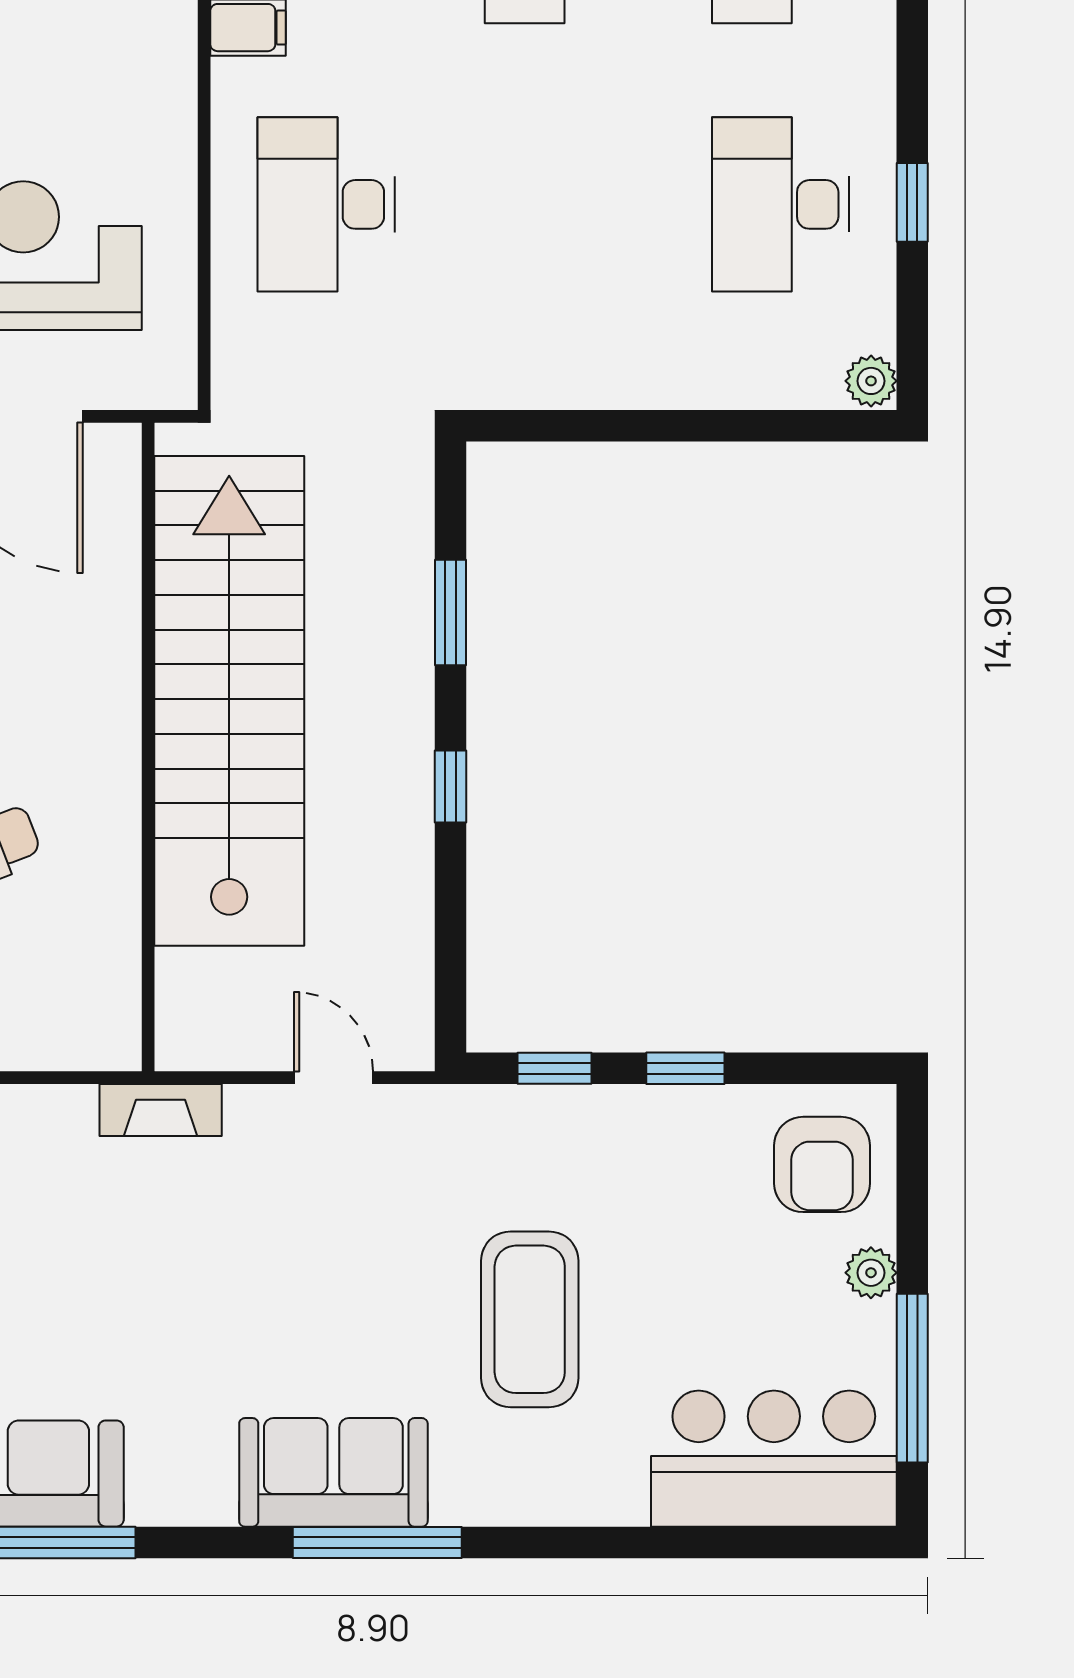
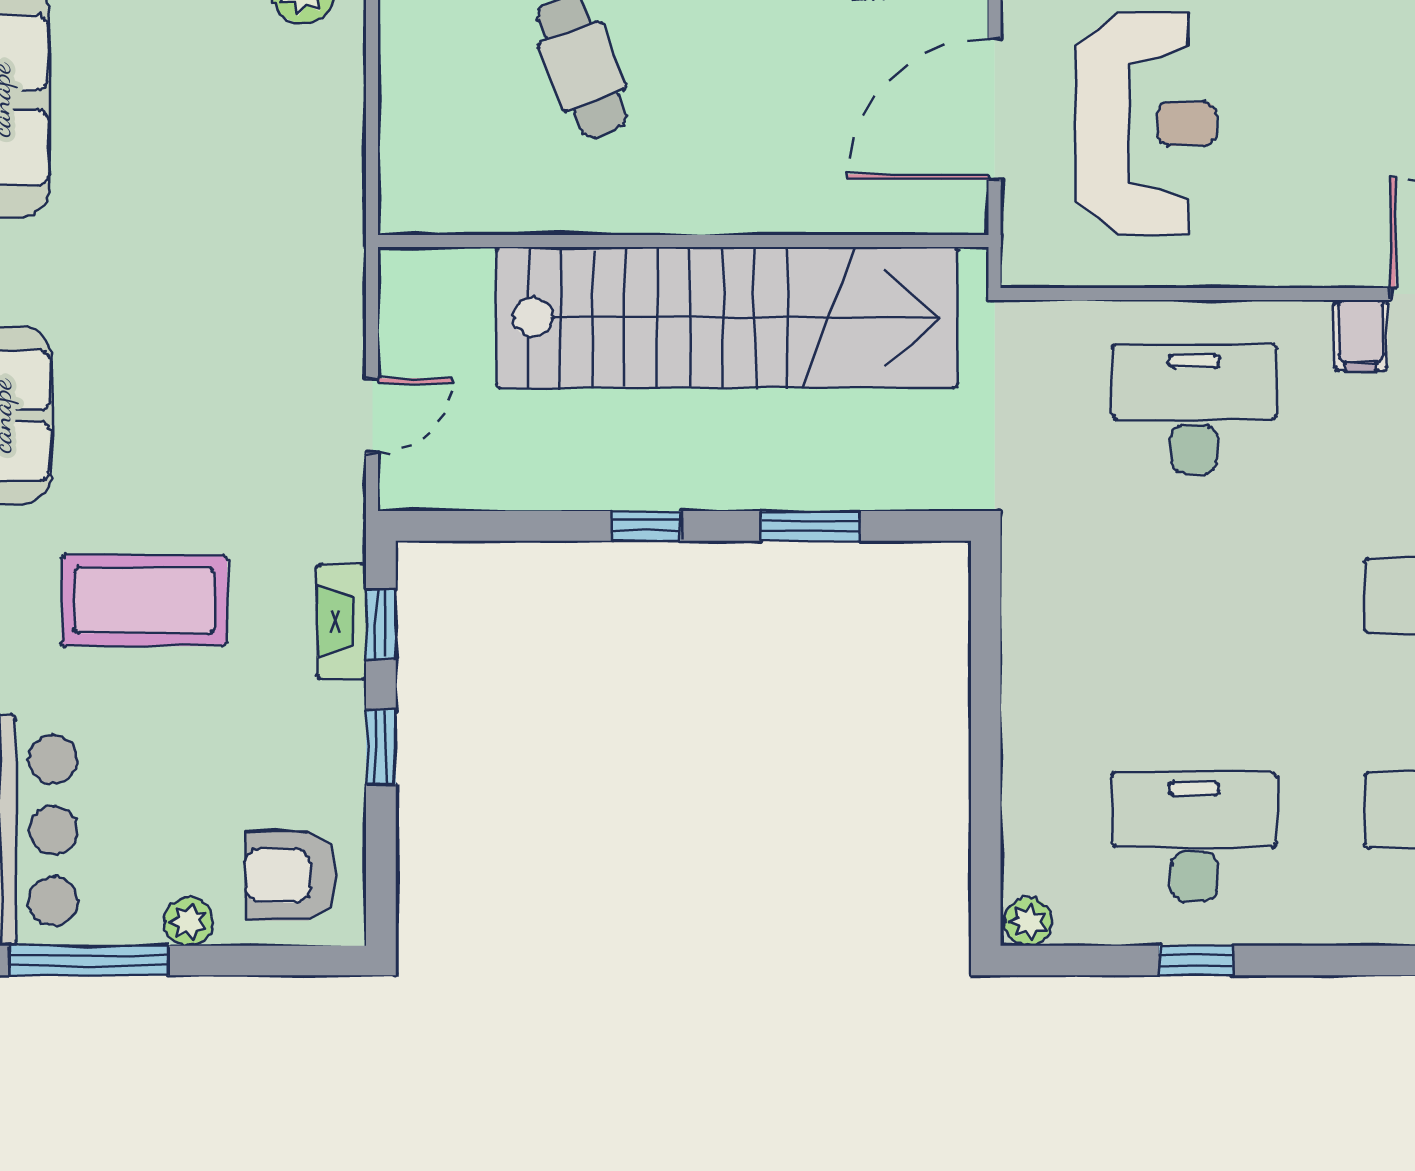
fireplace: (161, 1110) -> (342, 621), moved

